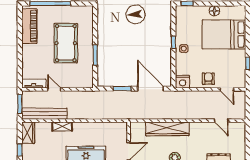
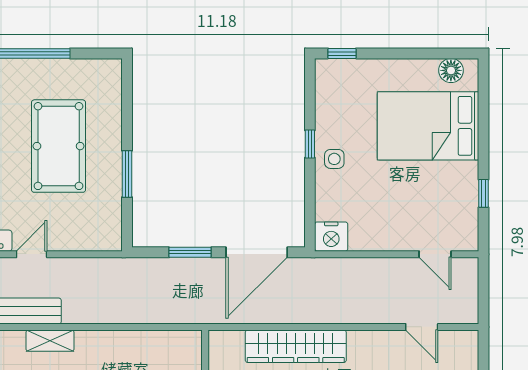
floor lamp: (214, 11) -> (451, 70), moved
armchair: (208, 79) -> (391, 229), removed
door: (54, 89) -> (32, 254), hinge flipped
door: (151, 89) -> (257, 252), swing flipped

